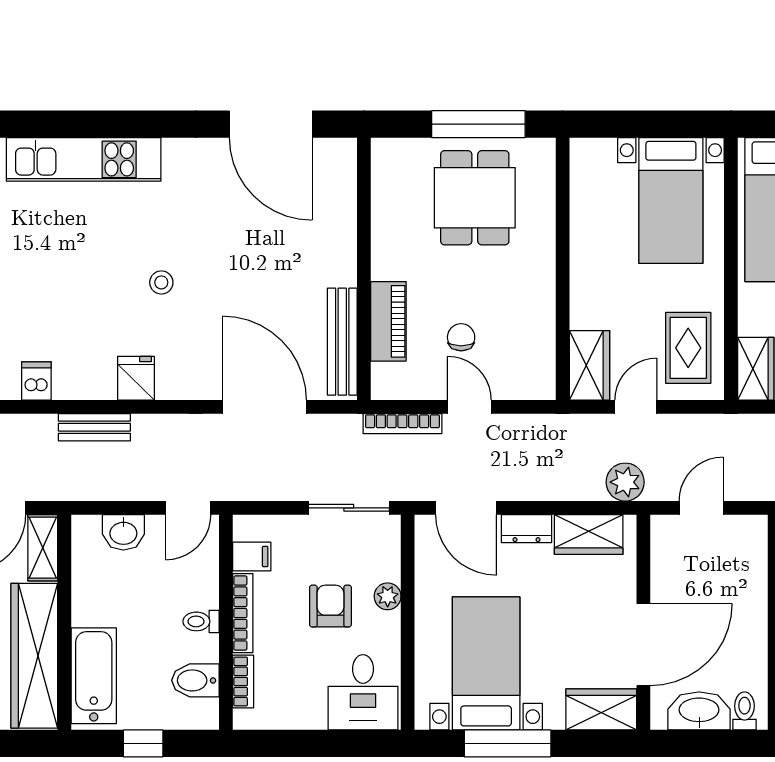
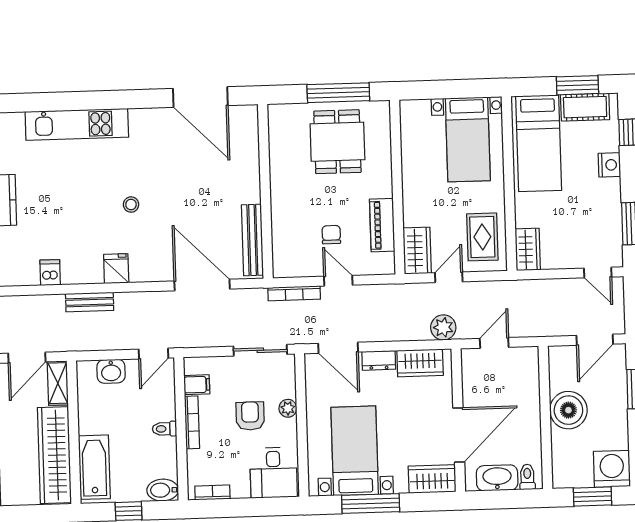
piano: (388, 321) -> (382, 225), moved, turned 180
bidet: (195, 680) -> (163, 490), moved
bookcase: (243, 681) -> (212, 492), moved, turned -90

